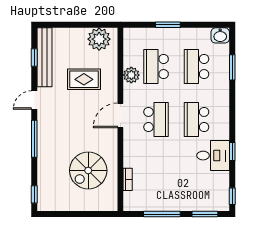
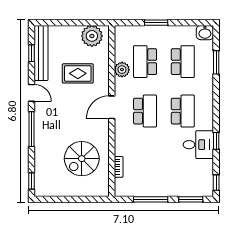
school desk: (197, 67) -> (183, 62), turned 180
door: (34, 100) -> (31, 93), swing flipped
school desk: (197, 119) -> (183, 111), turned 180

